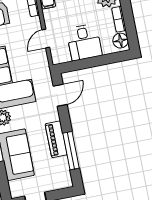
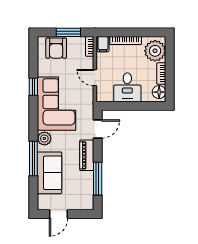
door: (46, 39) -> (95, 78), hinge flipped
piano: (56, 139) -> (87, 155), moved

